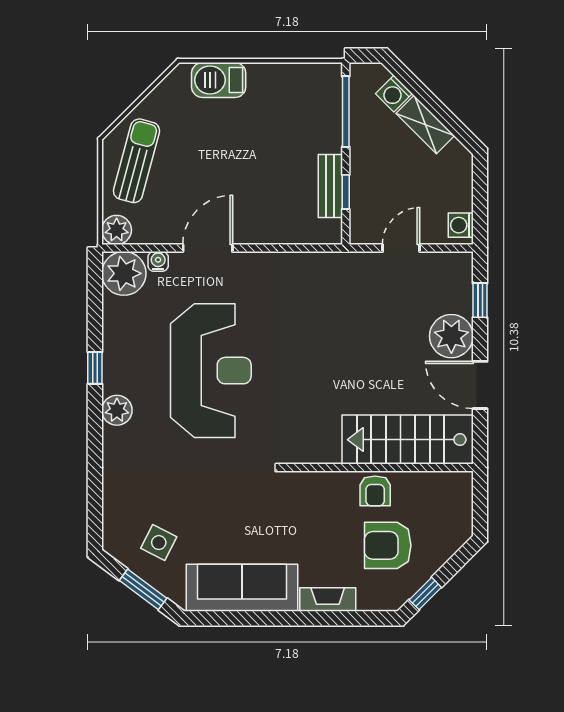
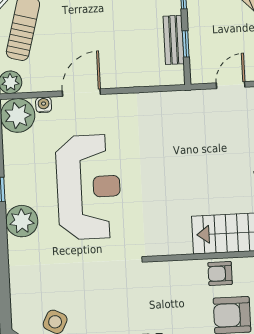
plant: (117, 410) -> (22, 221), width x1.36, depth x1.36
armchair: (375, 491) -> (220, 273), turned 90

